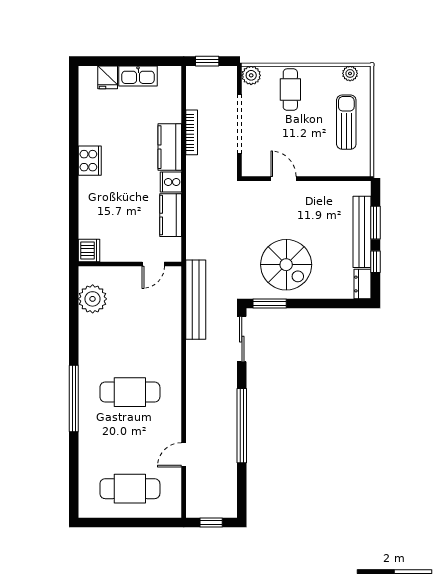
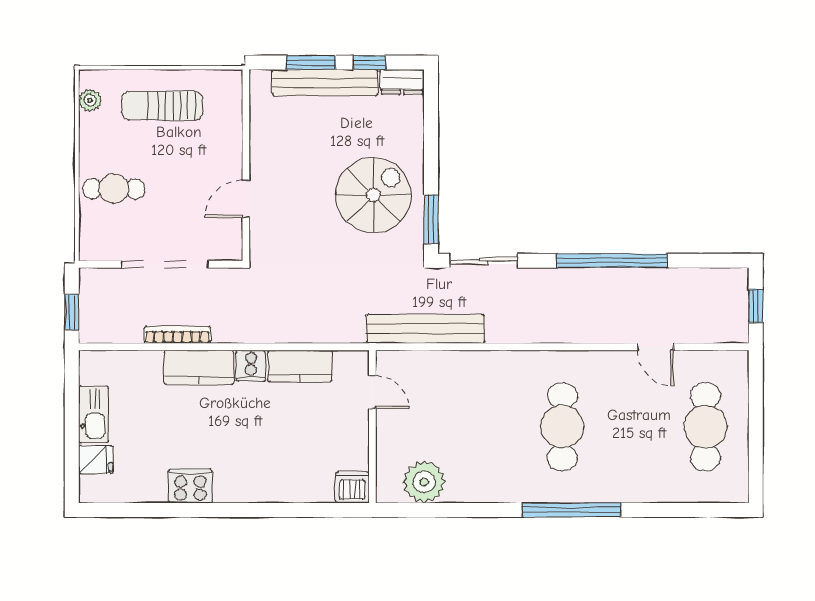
plant: (251, 75) -> (93, 247), removed
cooker: (90, 161) -> (190, 486), moved

